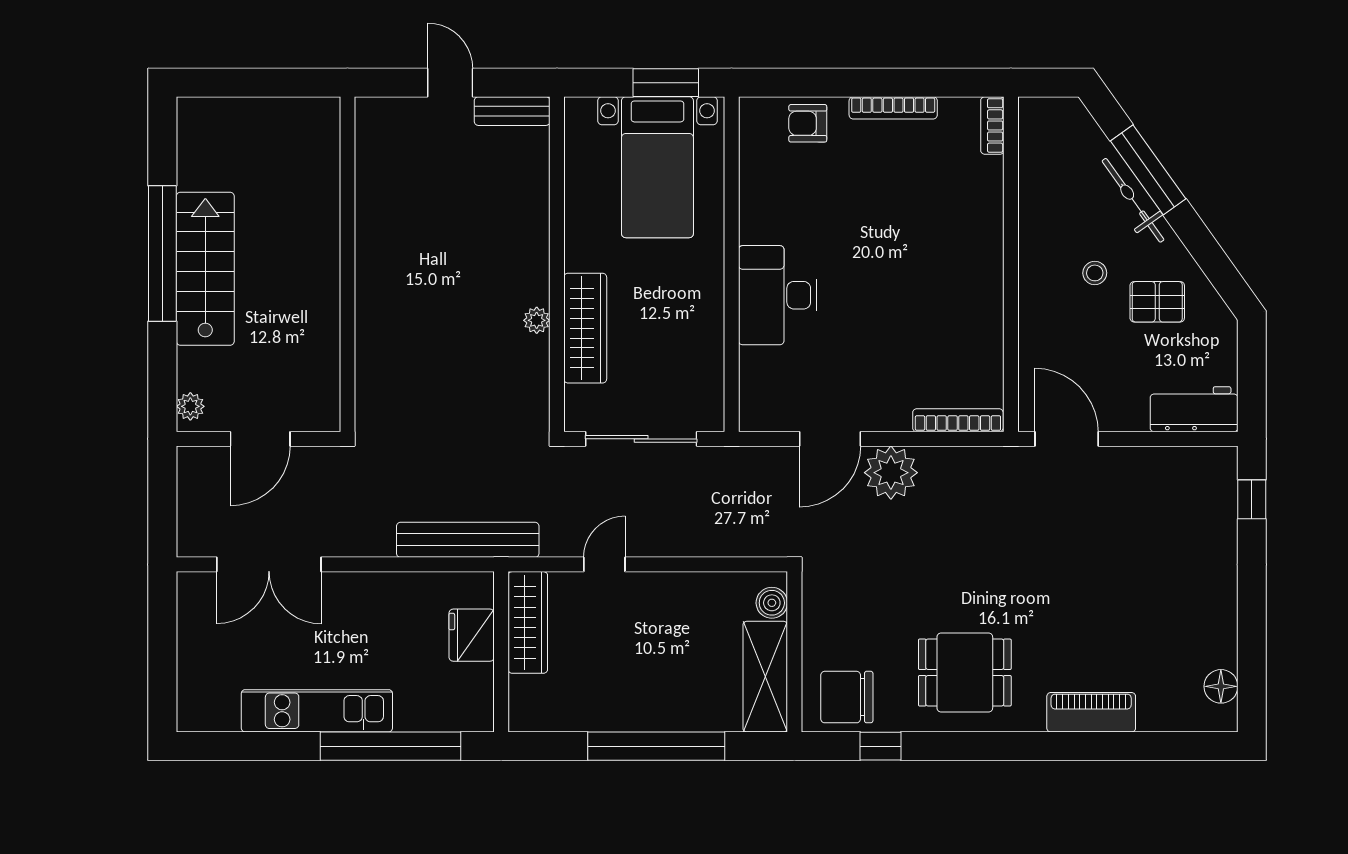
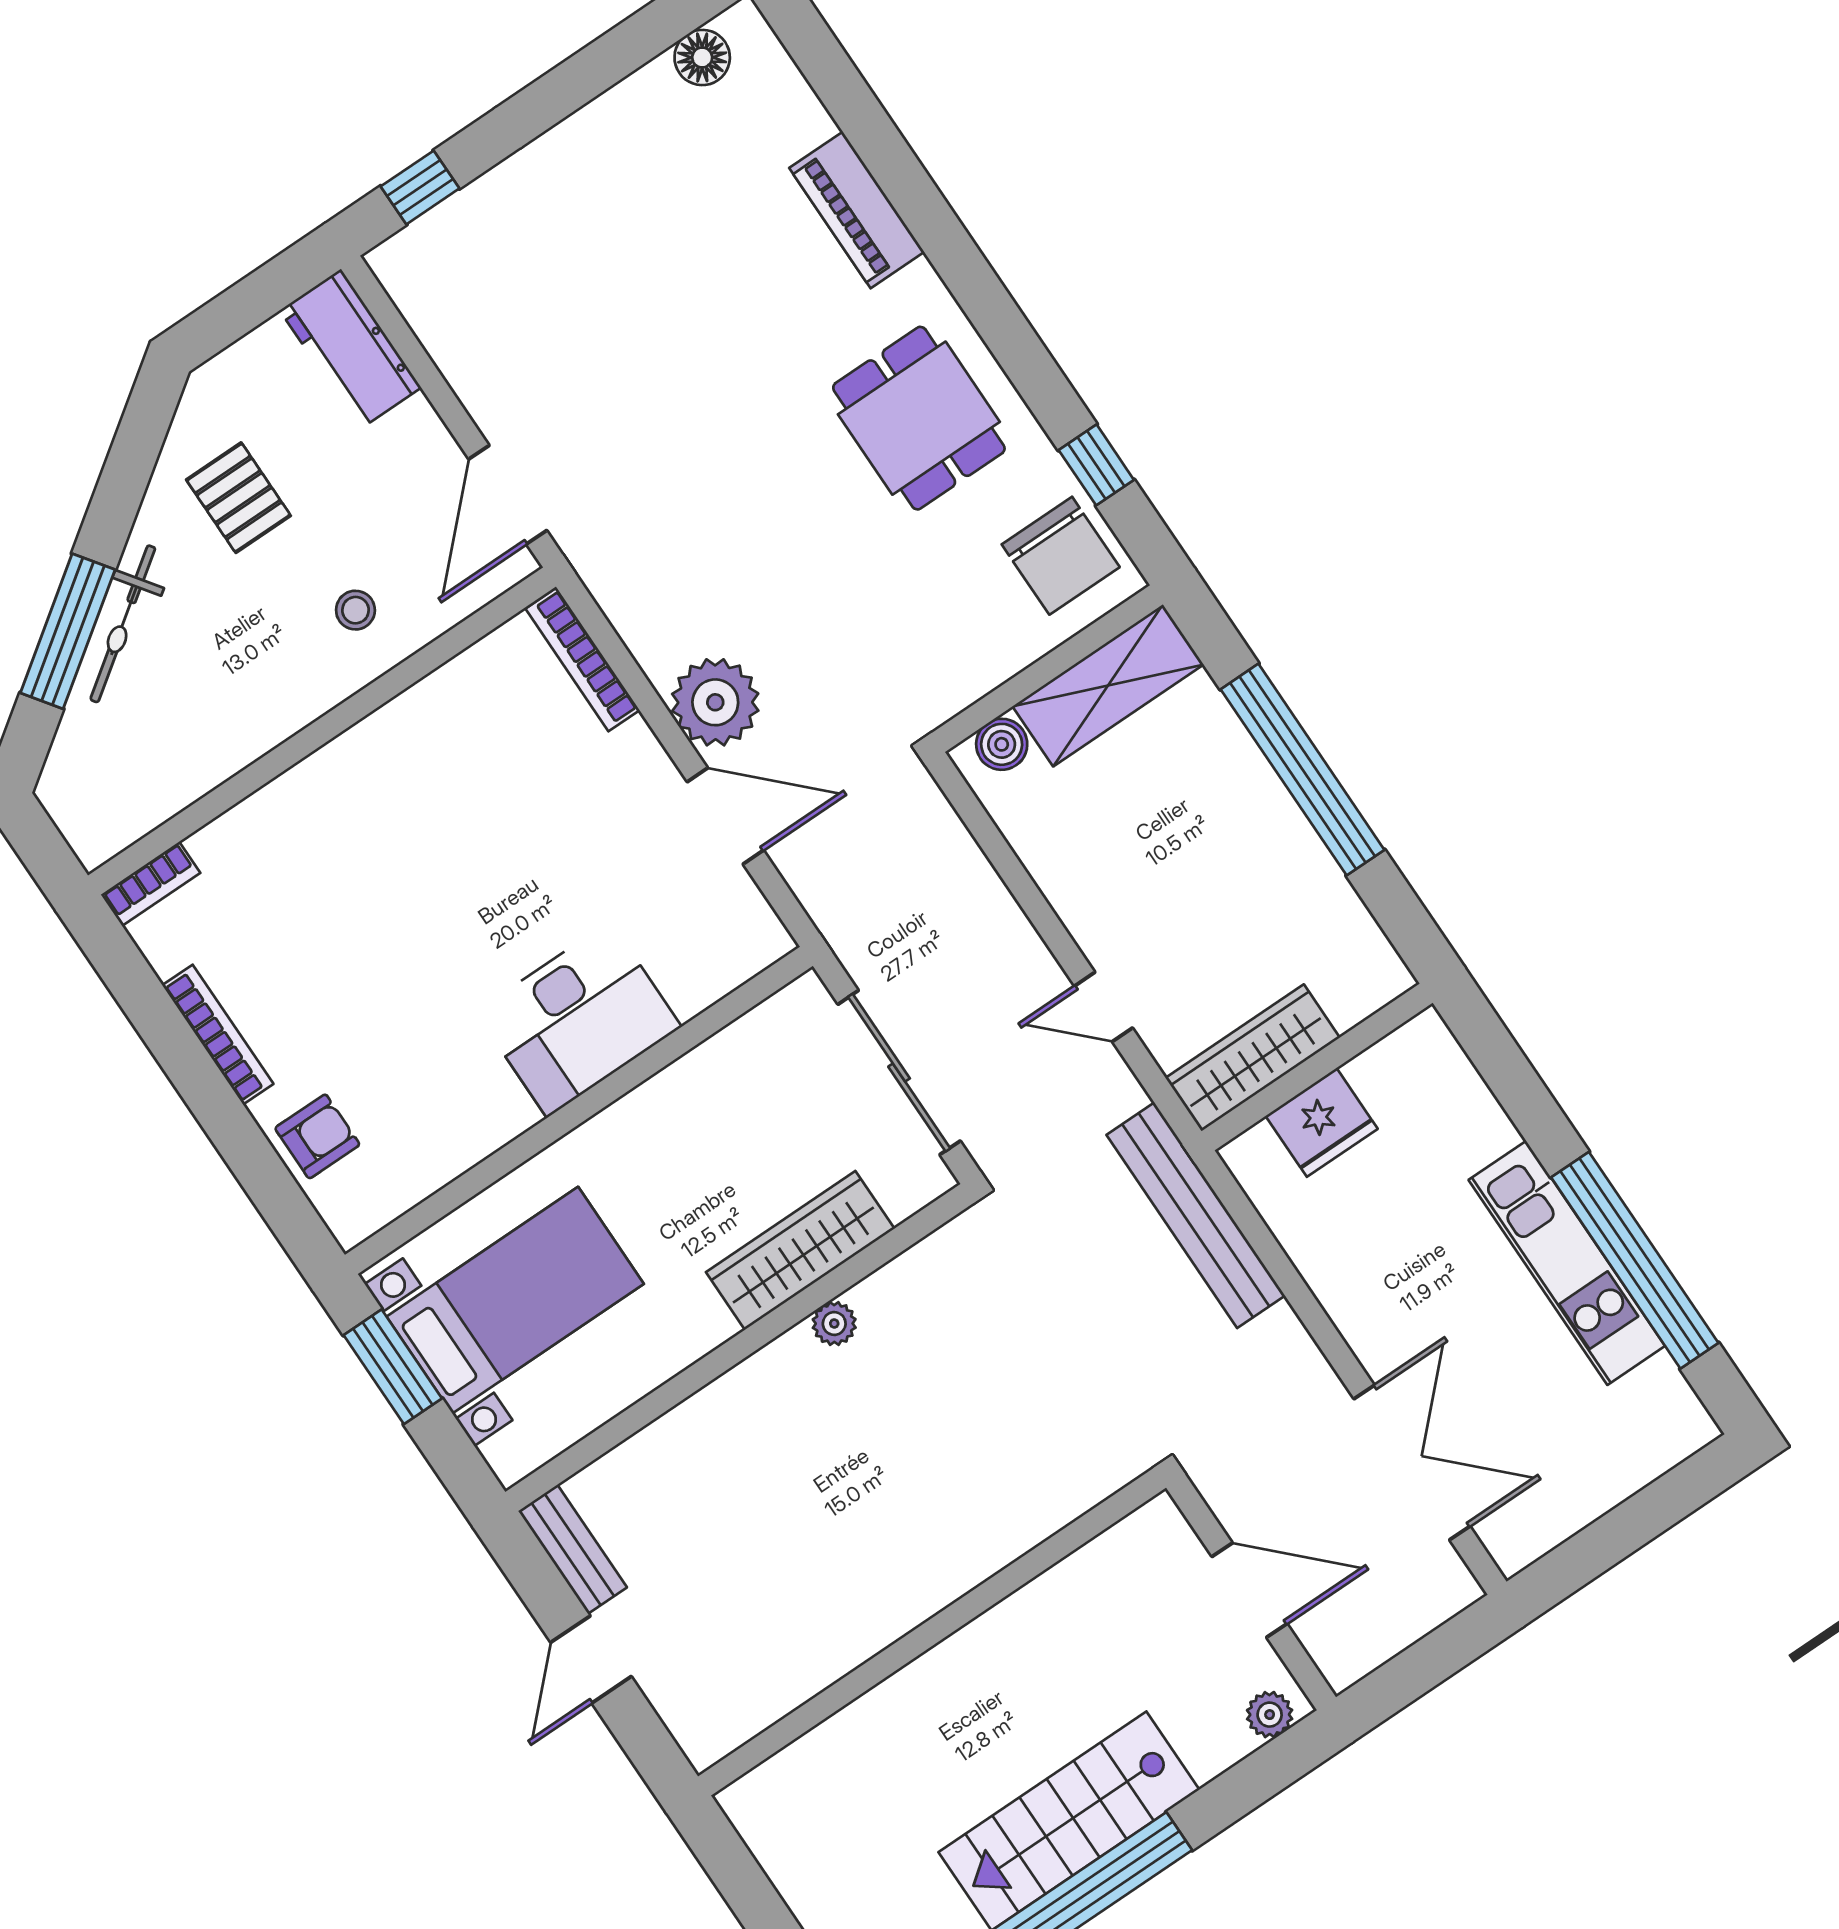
armchair: (808, 123) -> (317, 1136), turned -90
stool: (1095, 273) -> (355, 610), moved
window: (391, 746) -> (1635, 1260), moved

